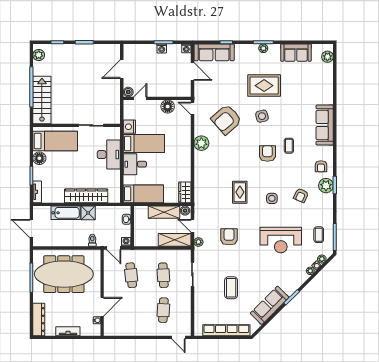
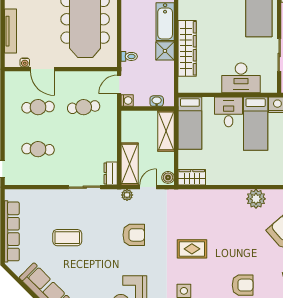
shelving: (164, 212) -> (166, 131), moved
dresser: (182, 255) -> (111, 173), added
cafe table: (163, 275) -> (38, 107), moved
tv unit: (68, 331) -> (11, 31), width x1.41

